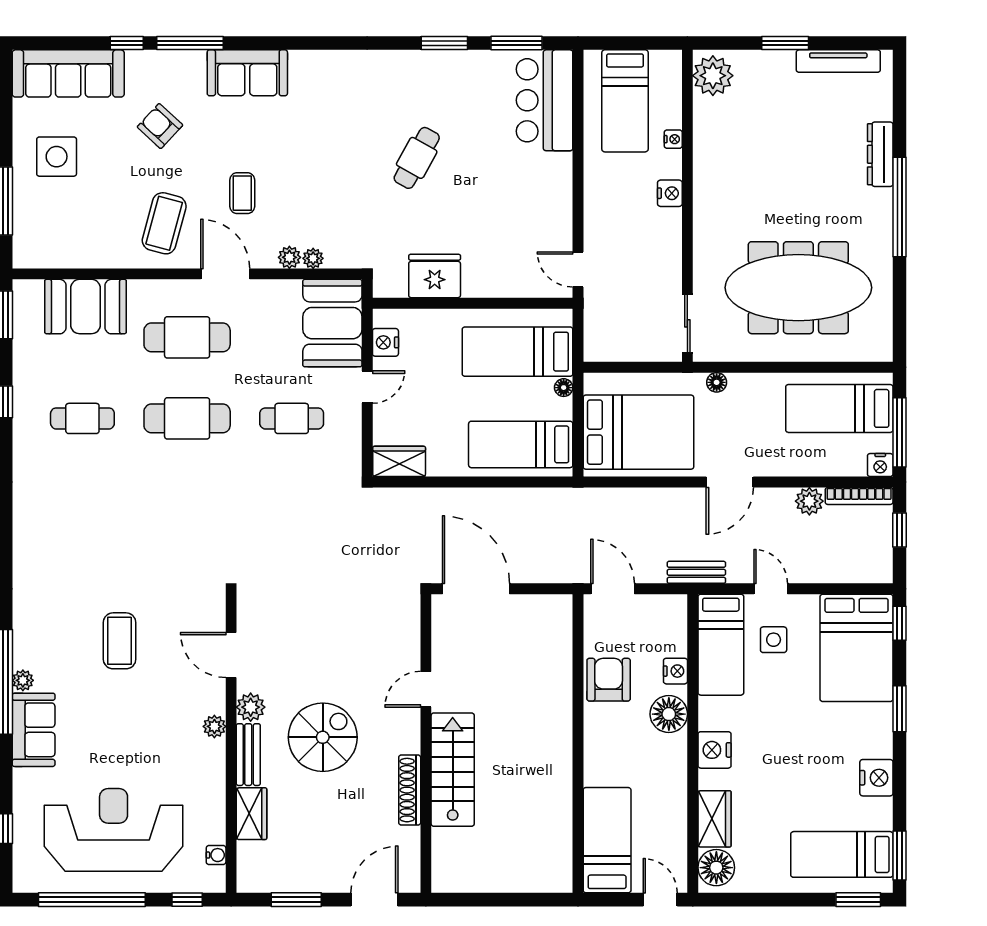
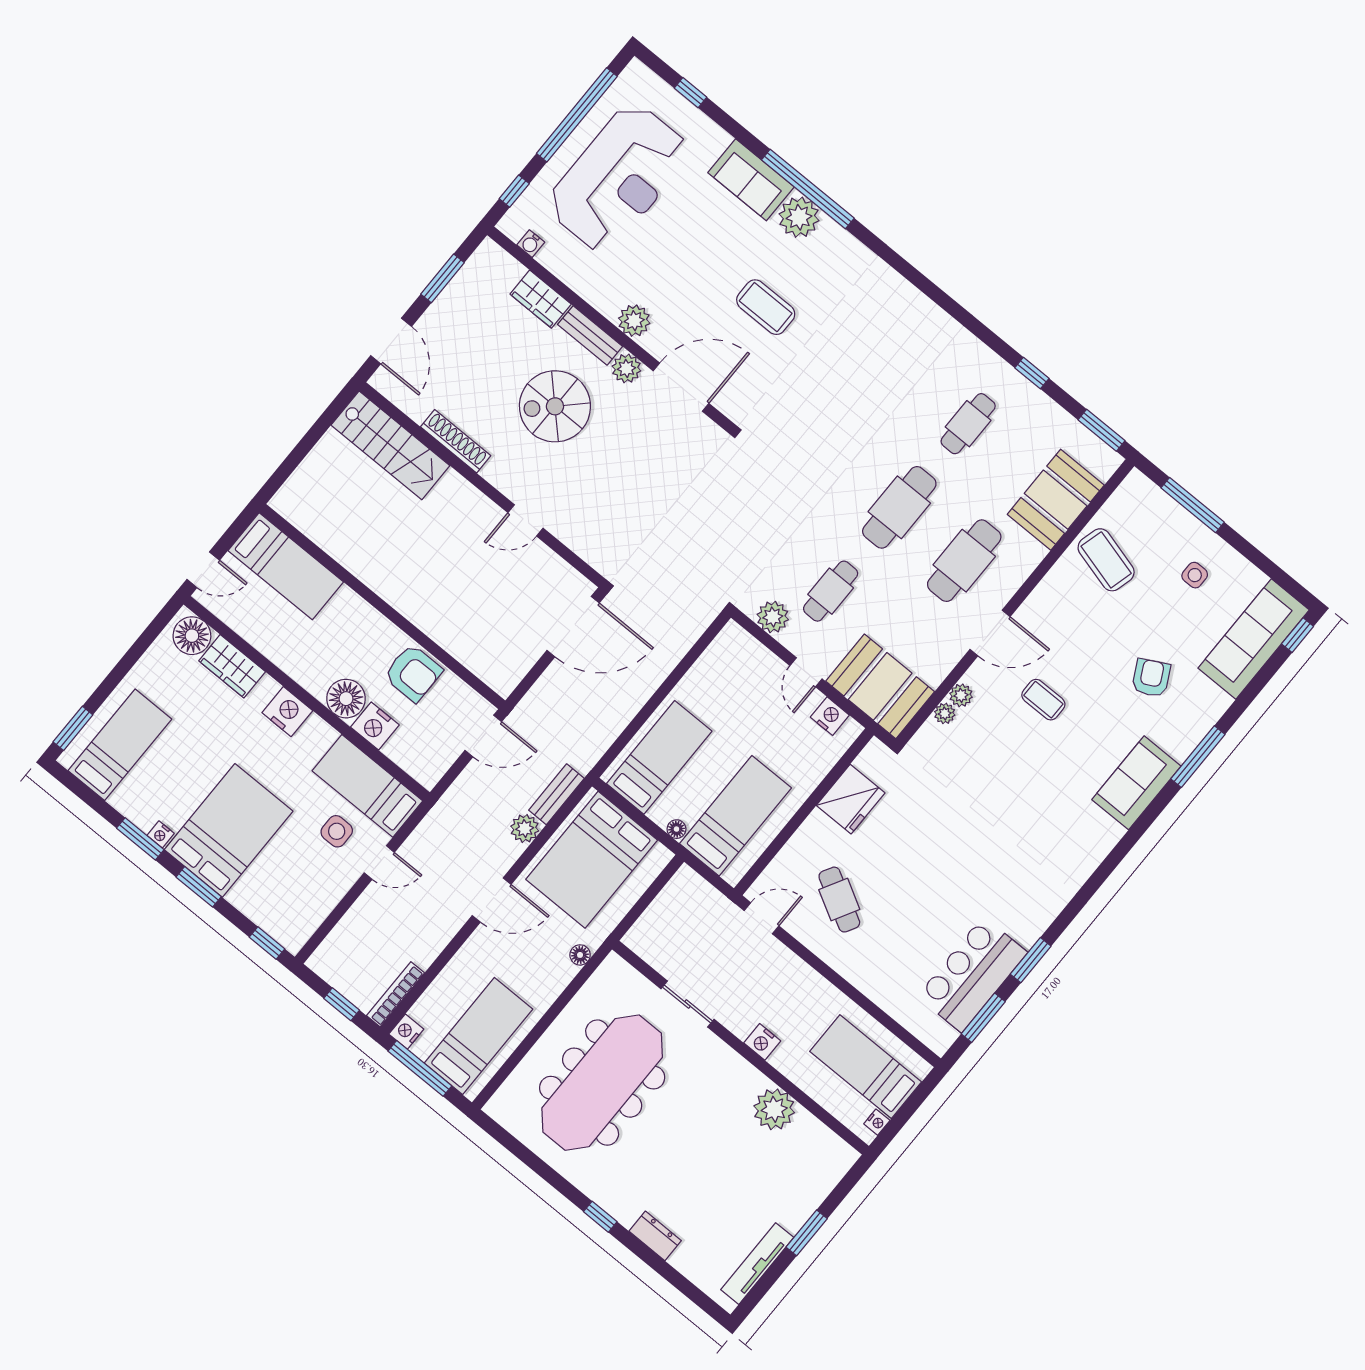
window: (127, 43) -> (1298, 635), moved
plant: (713, 76) -> (774, 1109), moved
bar counter: (545, 100) -> (972, 974), moved, turned -90
armchair: (160, 126) -> (1151, 678), turned -71
nightstand: (673, 139) -> (877, 1122), moved, turned -90
dresser: (880, 154) -> (655, 1236), width x0.70
side table: (57, 157) -> (1195, 575), width x0.54, depth x0.54
cafe table: (417, 158) -> (839, 900), moved
window: (900, 207) -> (600, 1217), width x0.32
coffee table: (164, 223) -> (1106, 560), moved
sliding door: (687, 323) -> (688, 1004), moved
plant: (346, 446) -> (773, 617), added
wardrobe: (399, 461) -> (726, 649), removed
door: (730, 482) -> (492, 900), swing flipped
plant: (809, 501) -> (525, 828), moved
bench: (696, 572) -> (556, 794), moved
bed: (857, 648) -> (229, 830), moved, turned 90
door: (231, 655) -> (681, 387), width x1.36
nightstand: (675, 671) -> (375, 726), width x1.36, depth x1.33
plant: (23, 680) -> (799, 217), width x1.87, depth x1.87
door: (426, 689) -> (525, 520), swing flipped
plant: (214, 726) -> (634, 321), width x1.38, depth x1.38
spiral stairs: (323, 737) -> (555, 406), turned 90
stairs: (453, 770) -> (390, 445), moved
nightstand: (876, 778) -> (161, 834), width x0.53, depth x0.56
window: (900, 856) -> (140, 839), moved

